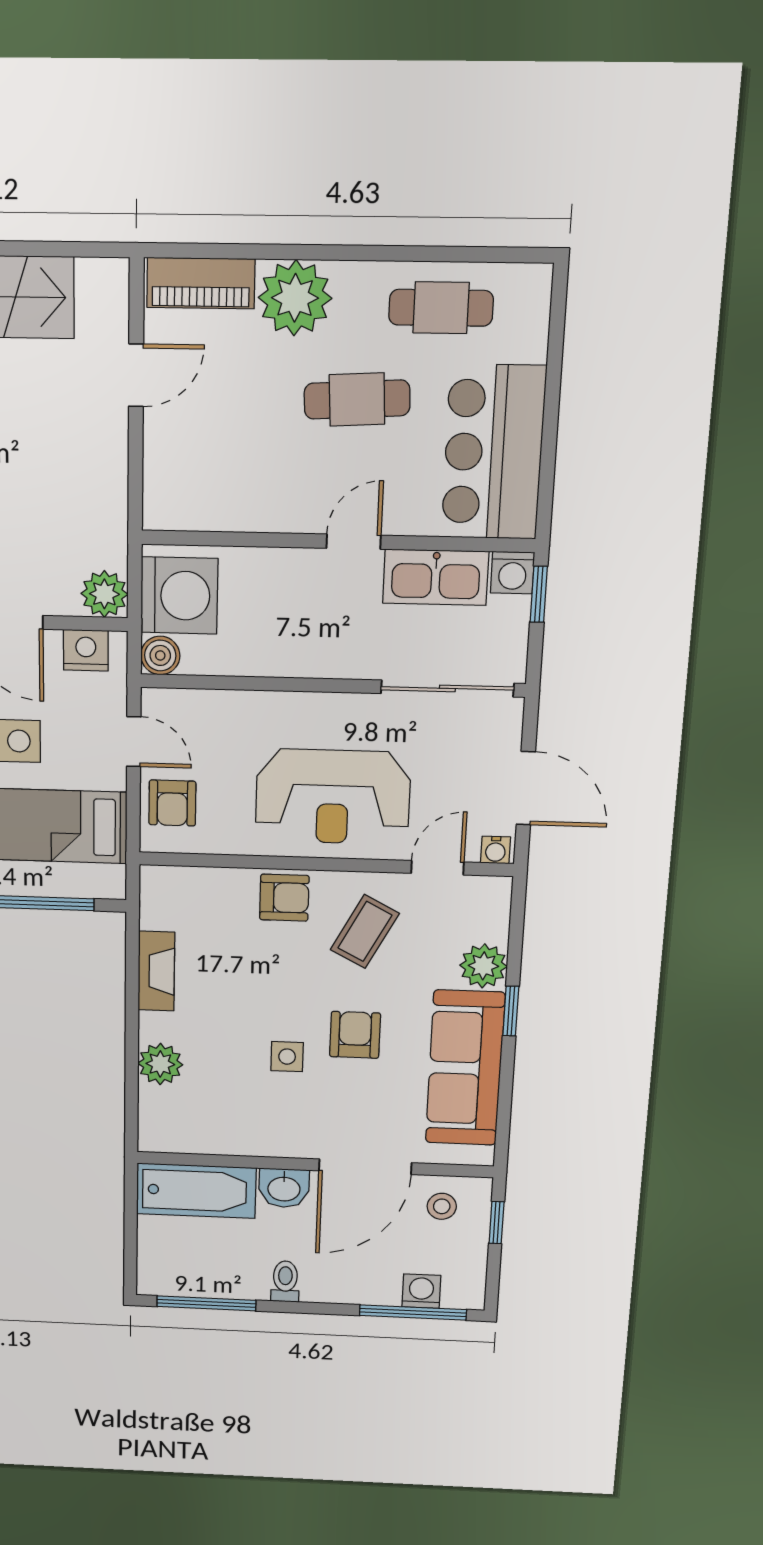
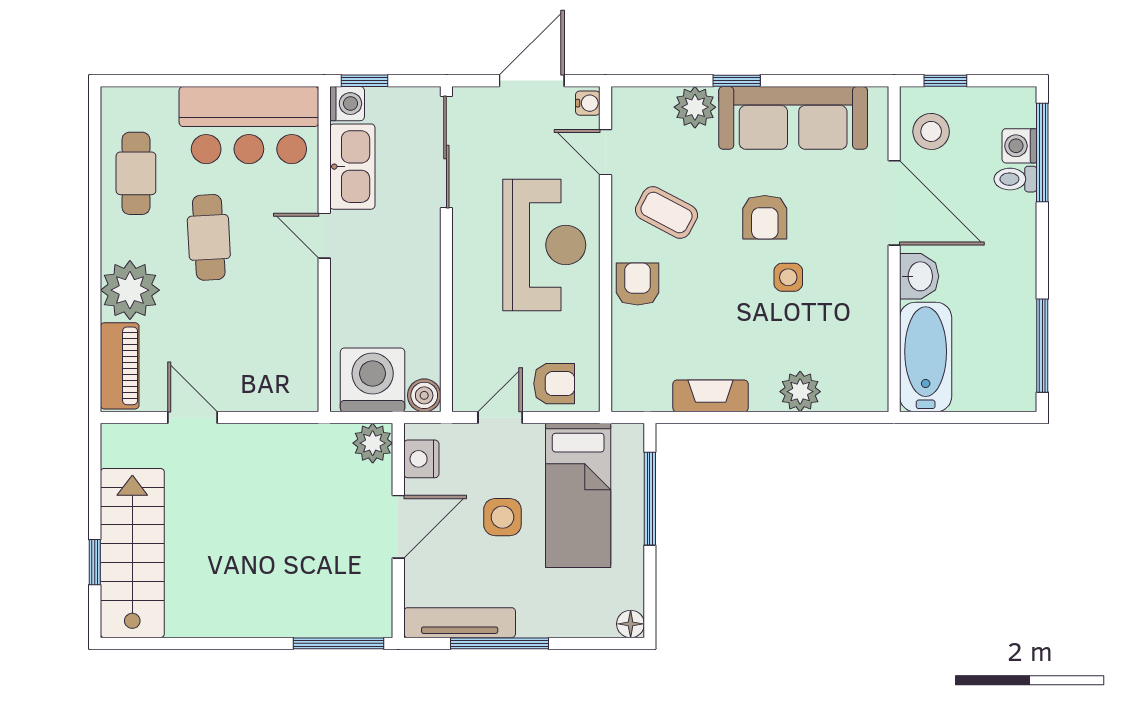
armchair: (355, 1035) -> (765, 217), turned -90
stool: (442, 1206) -> (931, 131), width x1.37, depth x1.37
toilet: (285, 1281) -> (1015, 179), moved

